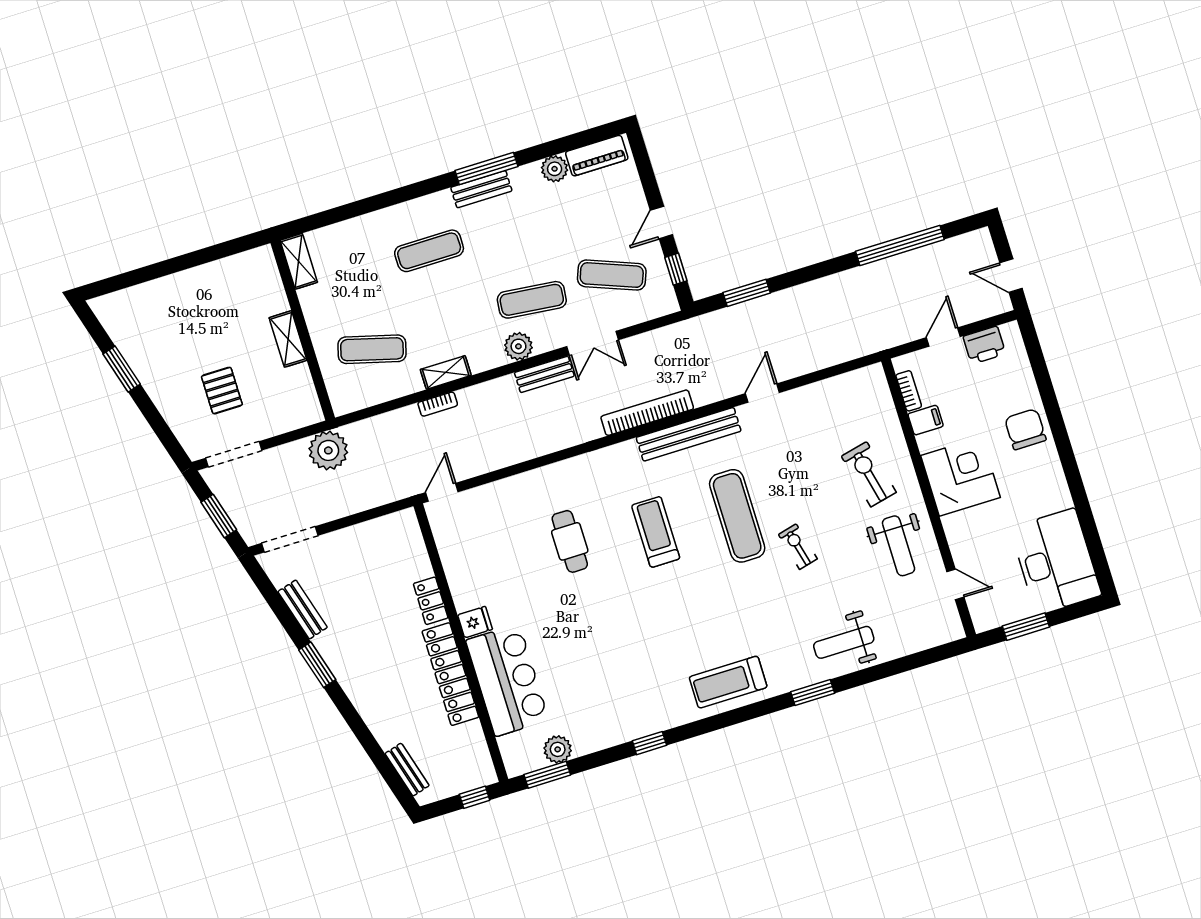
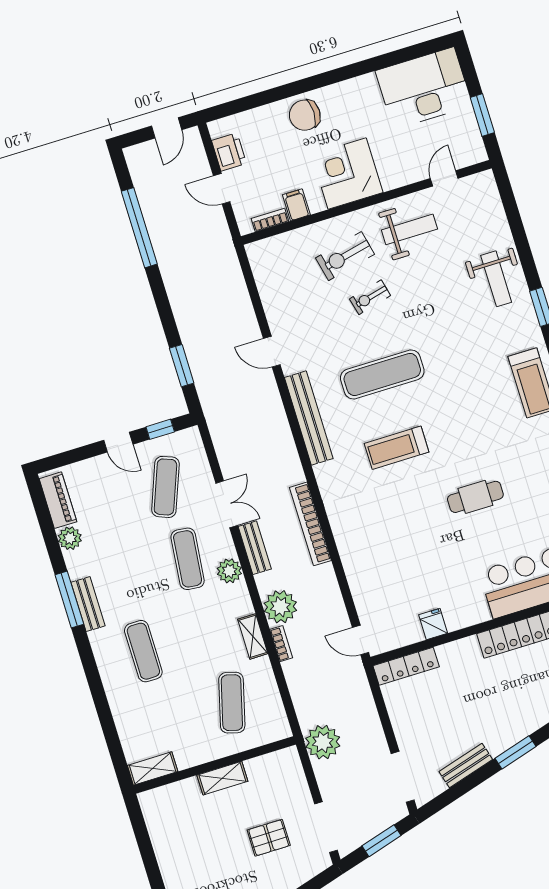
plant: (479, 403) -> (280, 607), added
bookcase: (647, 413) -> (310, 524), moved
cafe table: (570, 541) -> (475, 497), moved
exercise bike: (798, 547) -> (370, 297), moved
locker: (431, 601) -> (406, 666), moved, width x1.53
fridge: (475, 622) -> (433, 624), moved

